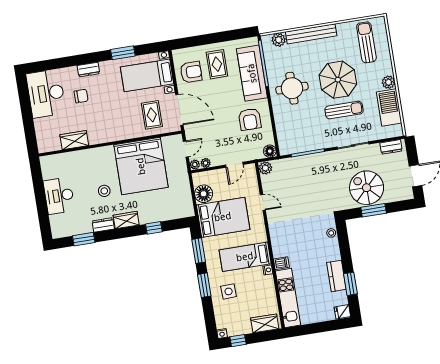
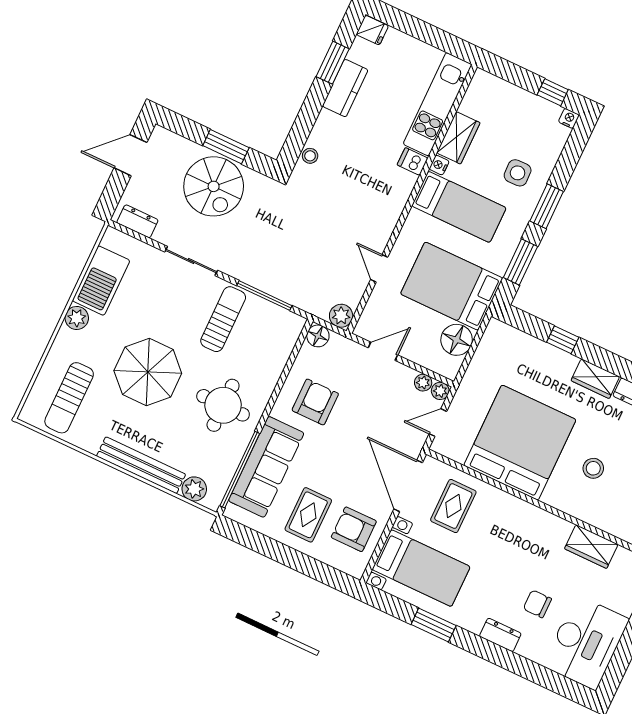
sun lounger: (344, 110) -> (223, 319), moved, turned 90
stool: (104, 191) -> (593, 468), moved
wardrobe: (265, 323) -> (458, 138), moved, turned -90

